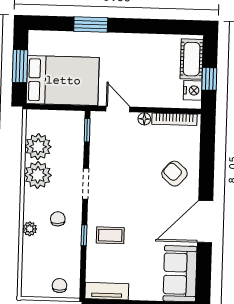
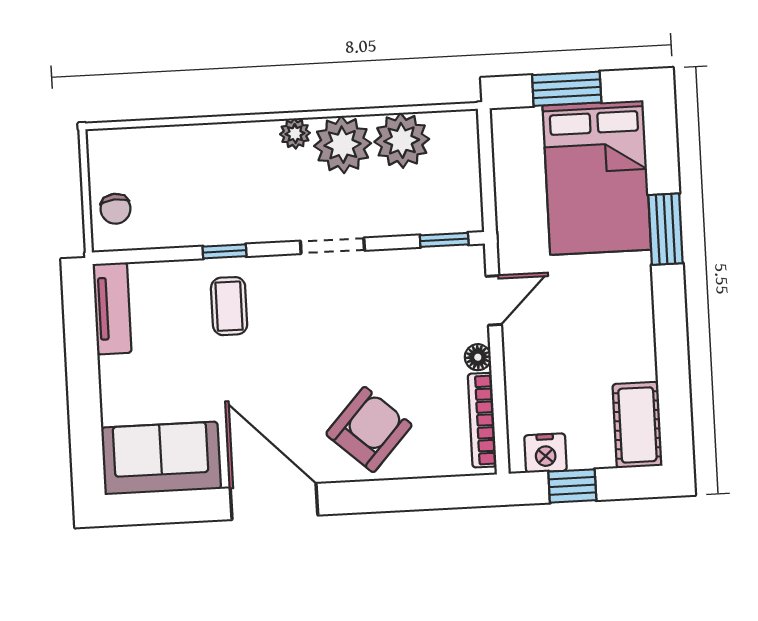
cot: (192, 59) -> (637, 425), moved, turned 90
bed: (63, 81) -> (597, 178), moved
armchair: (174, 174) -> (369, 430), width x1.38, depth x1.38
chair: (58, 219) -> (254, 194), removed
plant: (30, 229) -> (295, 134), moved
chair: (59, 286) -> (115, 209), turned 86

